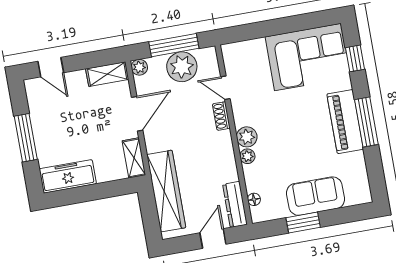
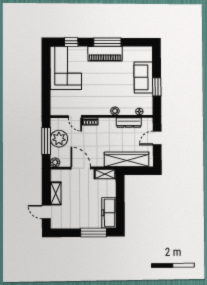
door: (51, 67) -> (46, 212), swing flipped
shelving: (107, 74) -> (56, 193), moved
door: (225, 88) -> (75, 117), hinge flipped
plant: (247, 137) -> (104, 109), removed
window: (26, 138) -> (94, 232), moved
dresser: (235, 204) -> (129, 123), moved
door: (213, 239) -> (157, 138), hinge flipped

